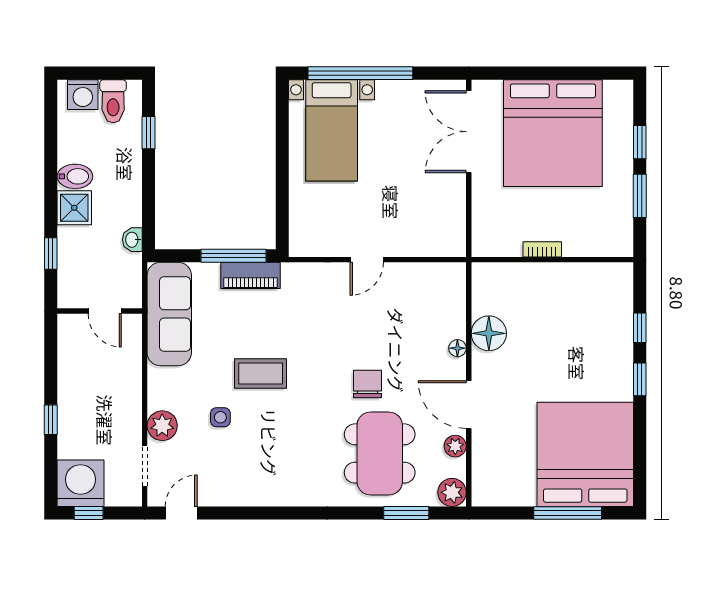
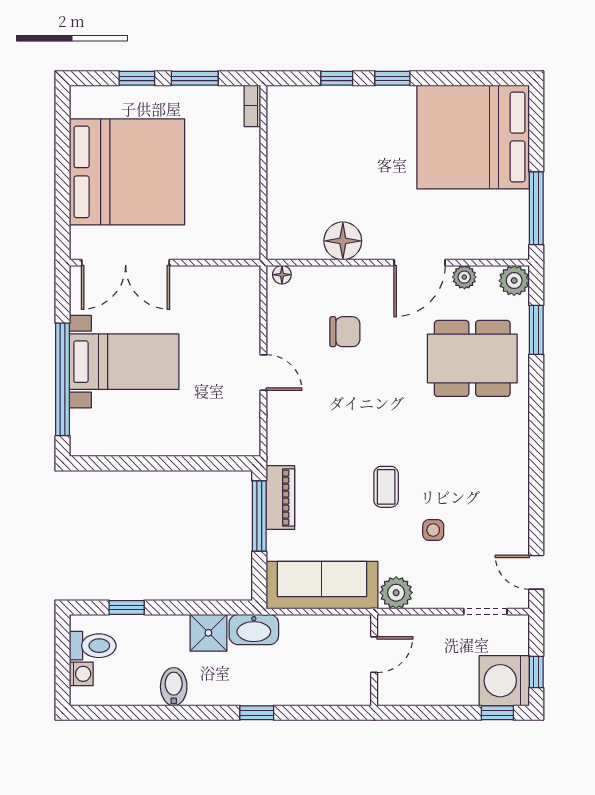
washing machine: (83, 95) -> (81, 674), width x0.73, depth x0.73
bed with nightstands: (332, 130) -> (124, 362), moved
shower: (74, 208) -> (208, 633), moved
washbasin: (132, 240) -> (254, 630), width x1.91, depth x1.45
bookcase: (542, 249) -> (252, 106), moved
wall: (100, 311) -> (374, 660), moved
door: (105, 311) -> (374, 655), moved
floor lamp: (457, 348) -> (282, 275), moved
coffee table: (261, 373) -> (386, 487), width x0.73, depth x0.77
chair: (368, 384) -> (345, 332), moved, turned 180
window: (51, 420) -> (497, 713), moved
plant: (162, 426) -> (396, 593), moved
window: (568, 513) -> (536, 208), moved

